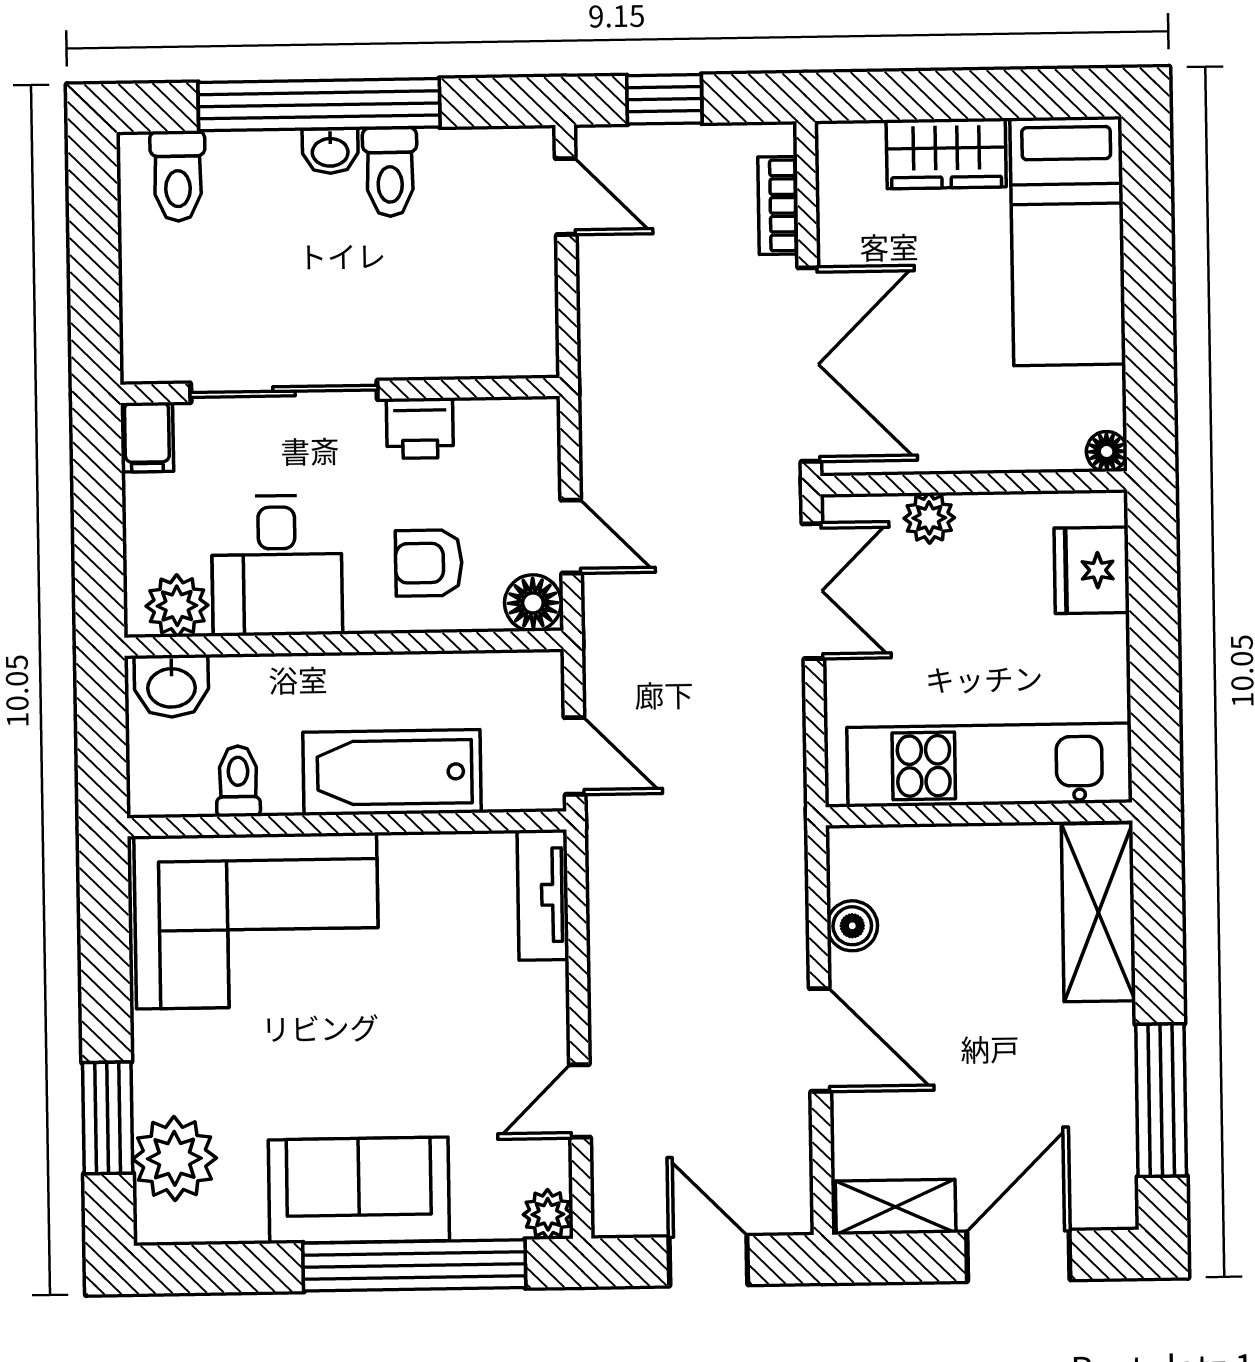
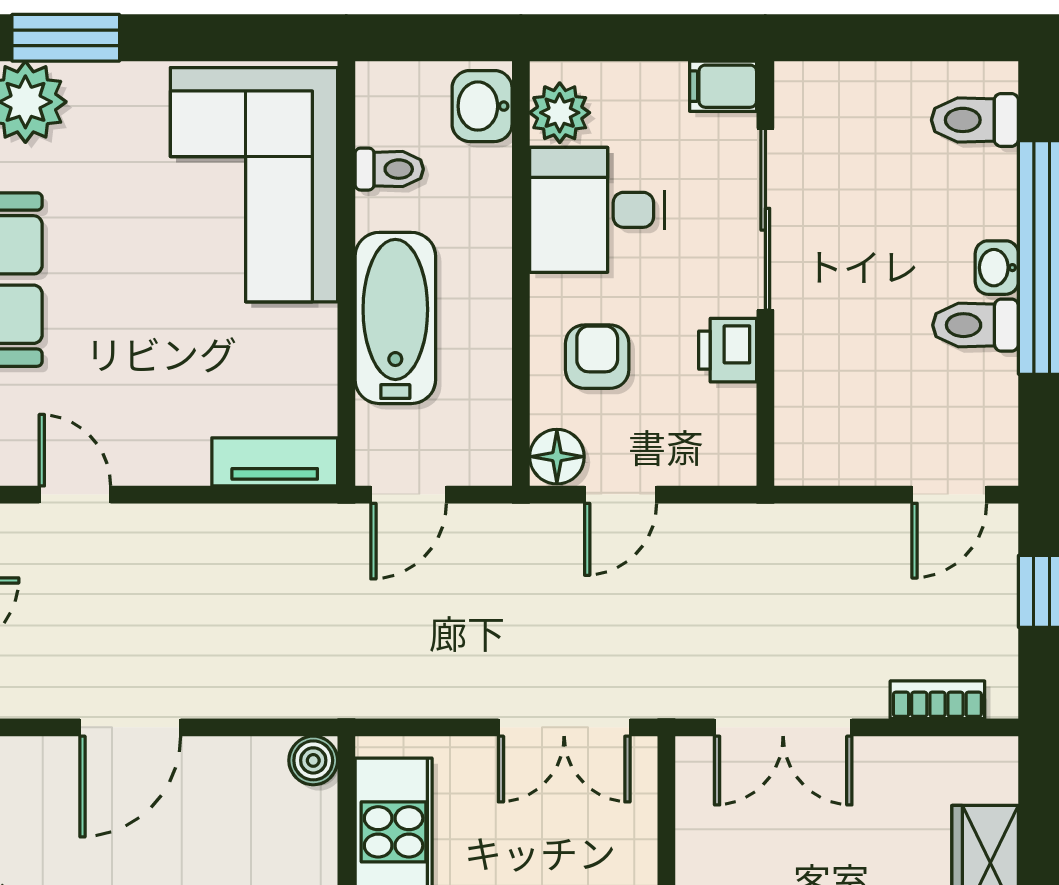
double door: (809, 364) -> (783, 727), width x0.73
plant: (929, 518) -> (633, 841), removed
boiler: (852, 926) -> (313, 760), moved

